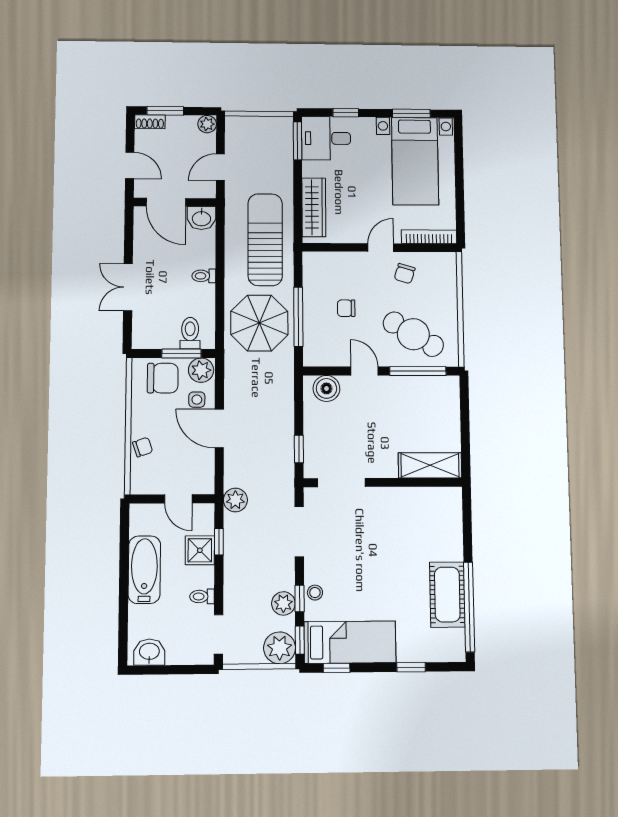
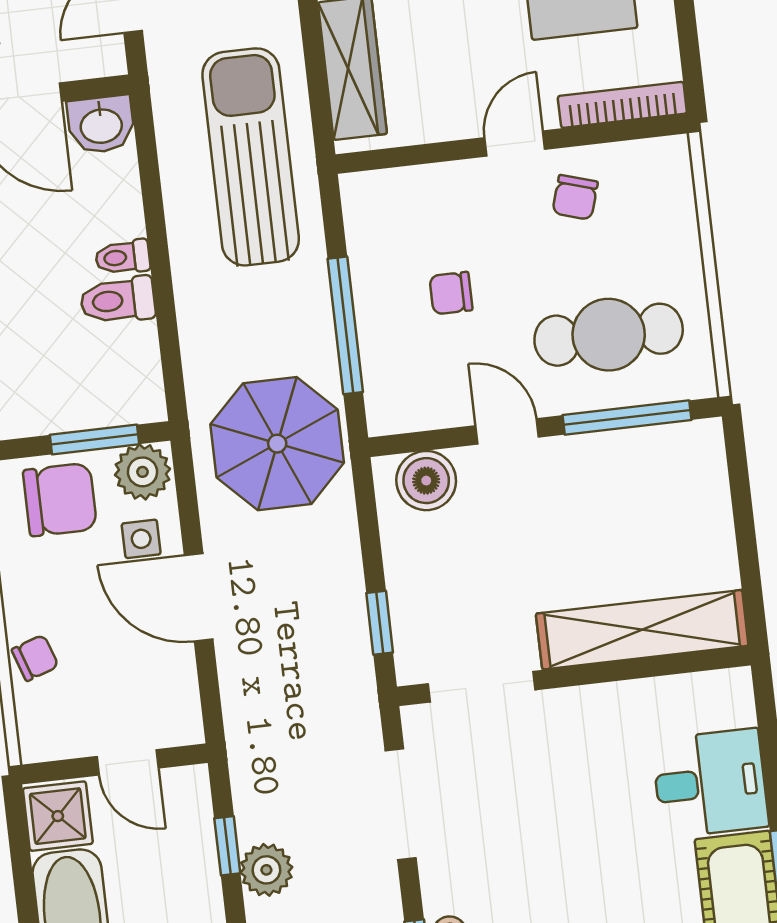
parasol: (259, 323) -> (277, 444), moved
toilet: (190, 333) -> (118, 300), moved, turned -90
cafe table: (413, 334) -> (609, 335), turned -31
shelving: (430, 465) -> (642, 630), width x1.47
plant: (235, 500) -> (266, 870), moved
desk: (439, 537) -> (710, 783), added
shower: (200, 550) -> (58, 816), moved

